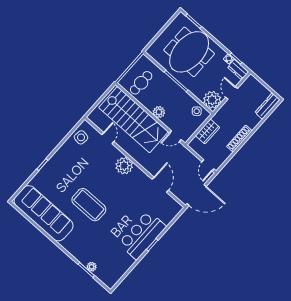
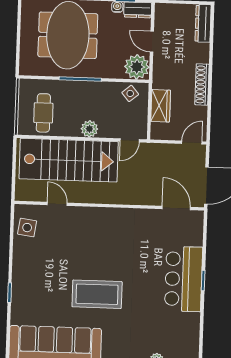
door: (208, 165) -> (192, 143), swing flipped
plant: (124, 166) -> (100, 219), removed
door: (160, 185) -> (176, 208), moved

